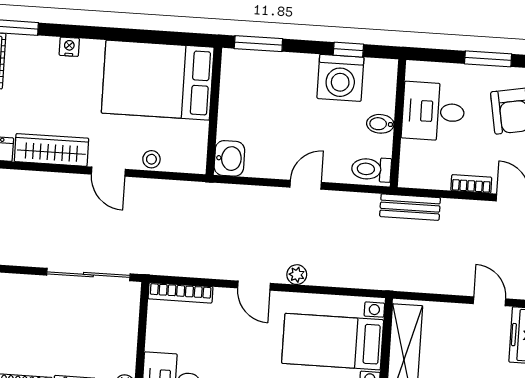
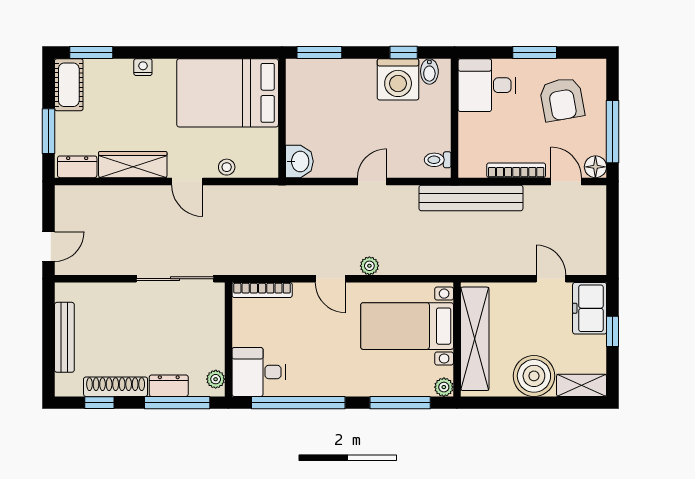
desk: (433, 111) -> (487, 85), moved
bidet: (380, 124) -> (429, 71), moved, turned -90
toilet: (371, 169) -> (438, 160), width x0.73, depth x0.72
bookcase: (471, 184) -> (516, 170), width x1.56
bench: (410, 207) -> (471, 198), width x1.86, depth x1.21

